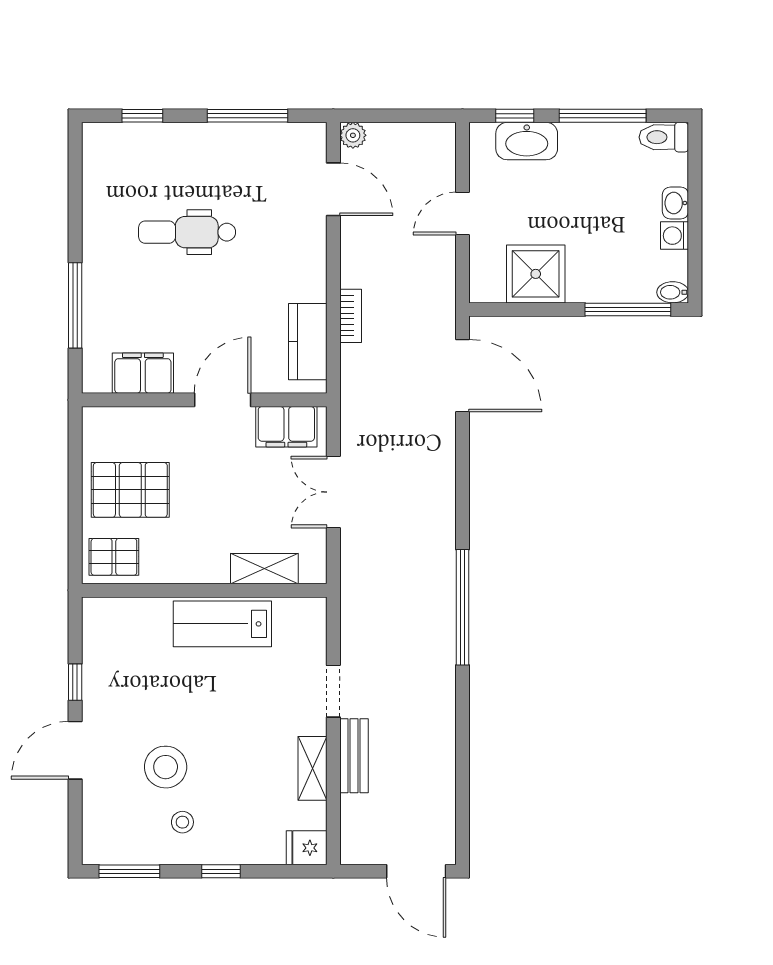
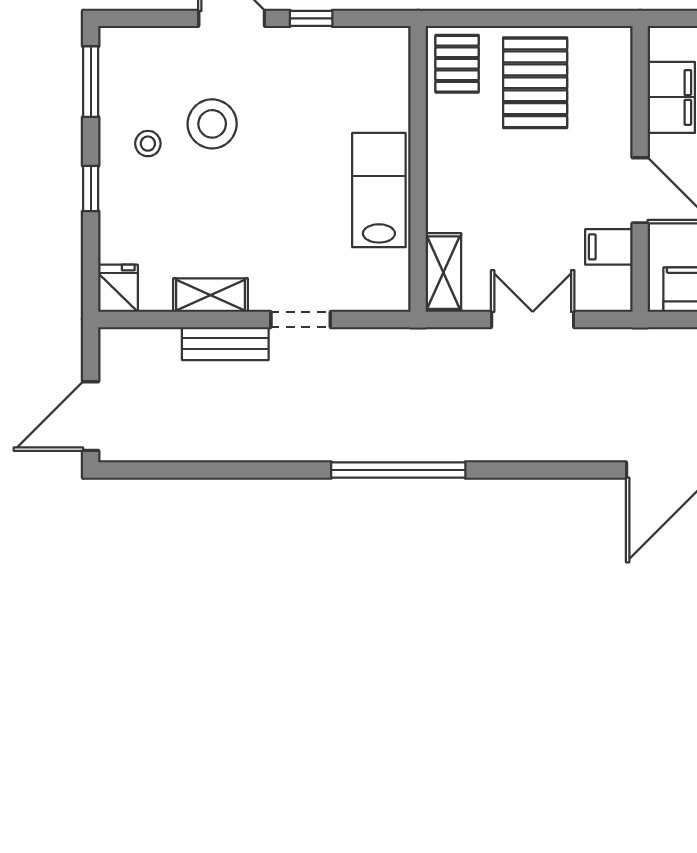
filing cabinet: (286, 427) -> (609, 247), width x0.50
shelving: (264, 569) -> (443, 273), moved

